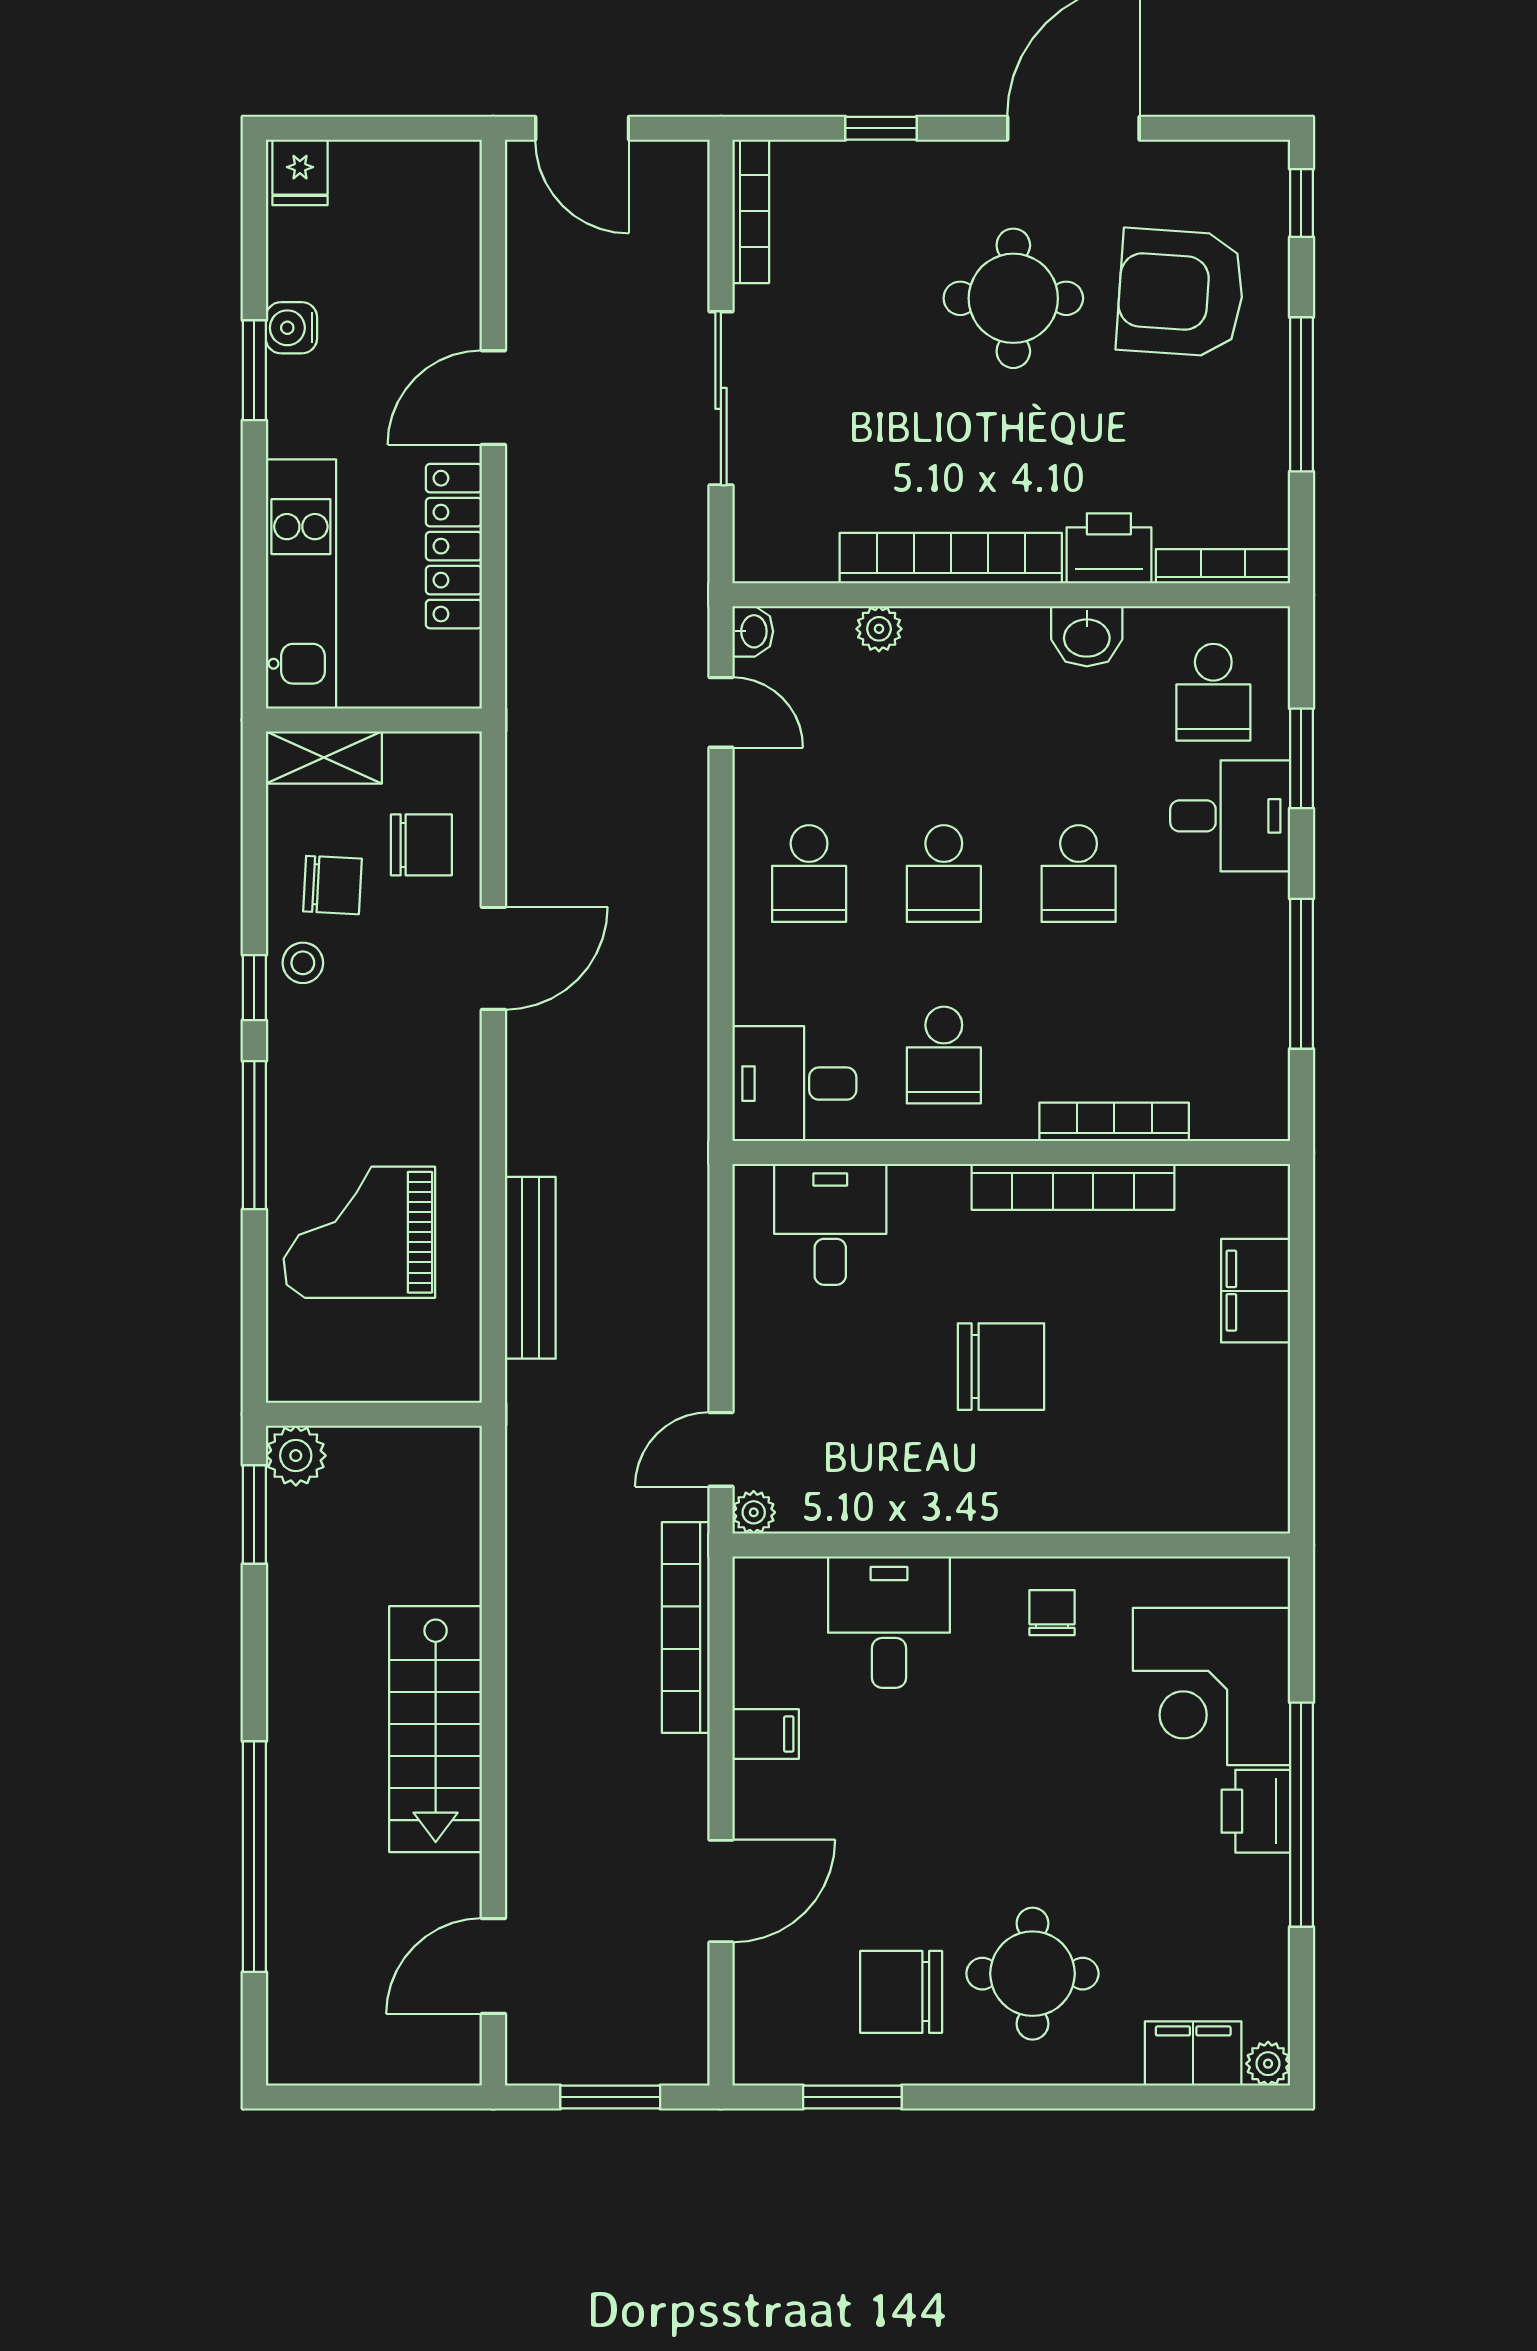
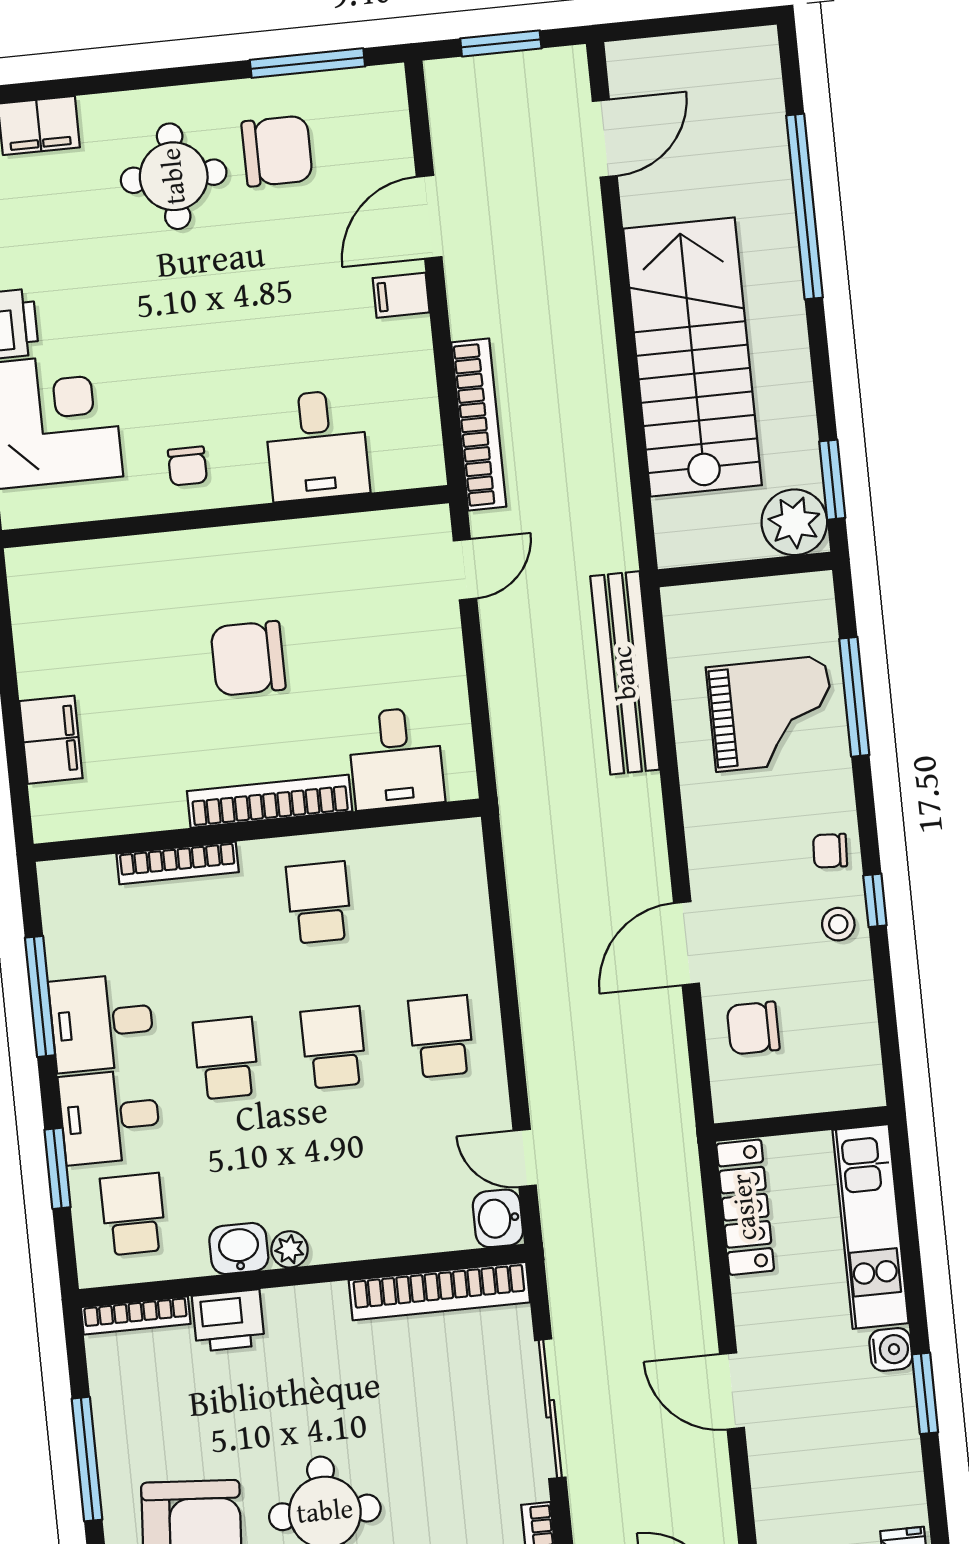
water cooler: (291, 328) -> (891, 1349), moved
door: (493, 398) -> (732, 1391), swing flipped
locker: (454, 546) -> (745, 1207), moved
bookcase: (951, 558) -> (439, 1291), moved
plant: (879, 629) -> (290, 1249), moved
washbasin: (753, 631) -> (498, 1218), width x1.38, depth x1.45
shelving: (324, 757) -> (838, 1090), removed
chair: (332, 885) -> (830, 851), moved, width x0.73, depth x0.73
desk: (794, 1084) -> (102, 1023), moved, turned 180
window: (254, 1135) -> (854, 697), moved
bookcase: (1073, 1187) -> (270, 801), moved
bench: (530, 1268) -> (625, 673), width x1.37, depth x1.21
plant: (296, 1456) -> (794, 522), width x1.36, depth x1.36
plant: (754, 1512) -> (434, 522), removed
stairs: (436, 1729) -> (693, 357), width x1.36, depth x1.51
filing cabinet: (766, 1734) -> (401, 295), moved
window: (852, 2097) -> (307, 63), width x1.44

